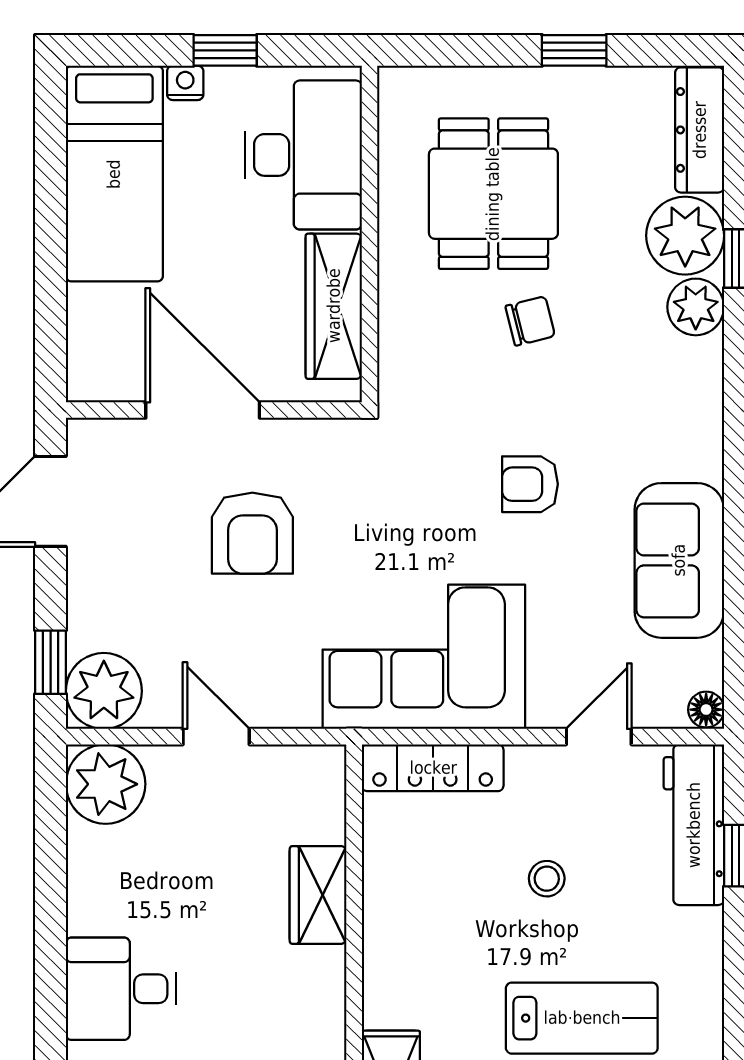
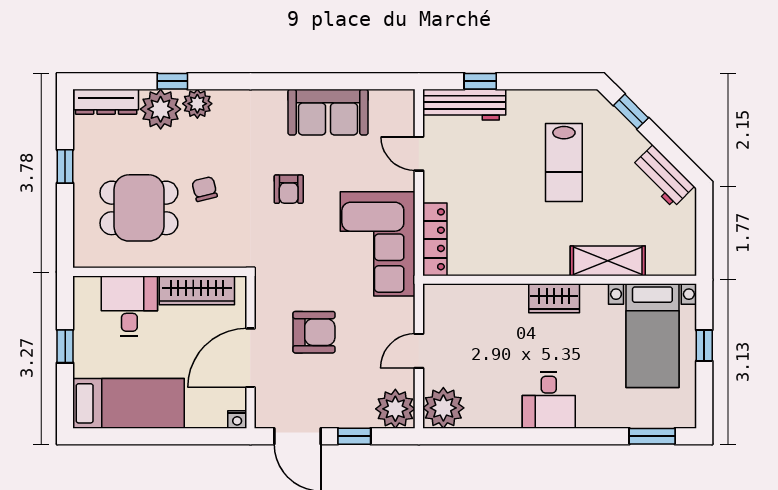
nightstand: (185, 83) -> (237, 420), moved, turned -90
desk: (303, 155) -> (129, 306), width x0.73
window: (51, 662) -> (354, 436), moved
floor lamp: (706, 710) -> (405, 98), removed
stool: (547, 879) -> (492, 180), removed
wardrobe: (318, 895) -> (554, 298), moved
lab bench: (582, 1018) -> (564, 162), turned 180

